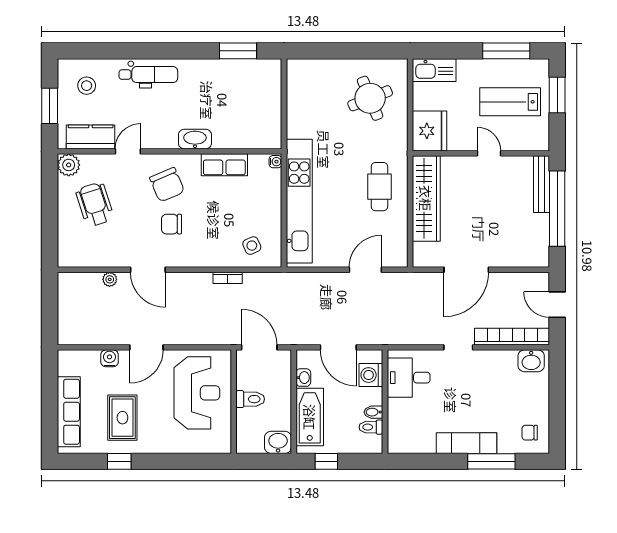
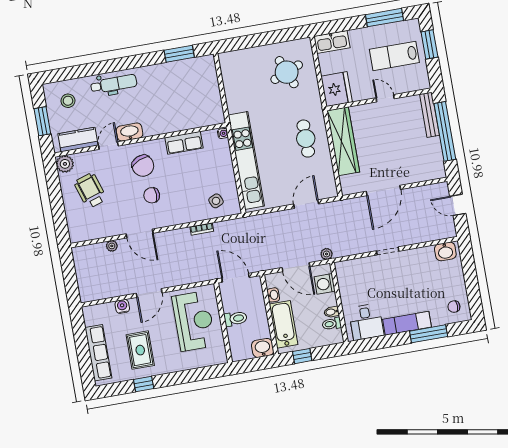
washbasin: (195, 139) -> (130, 132), moved
bookcase: (512, 337) -> (428, 235), removed
plant: (380, 338) -> (327, 254), added
desk: (409, 378) -> (366, 322), moved, turned -90

